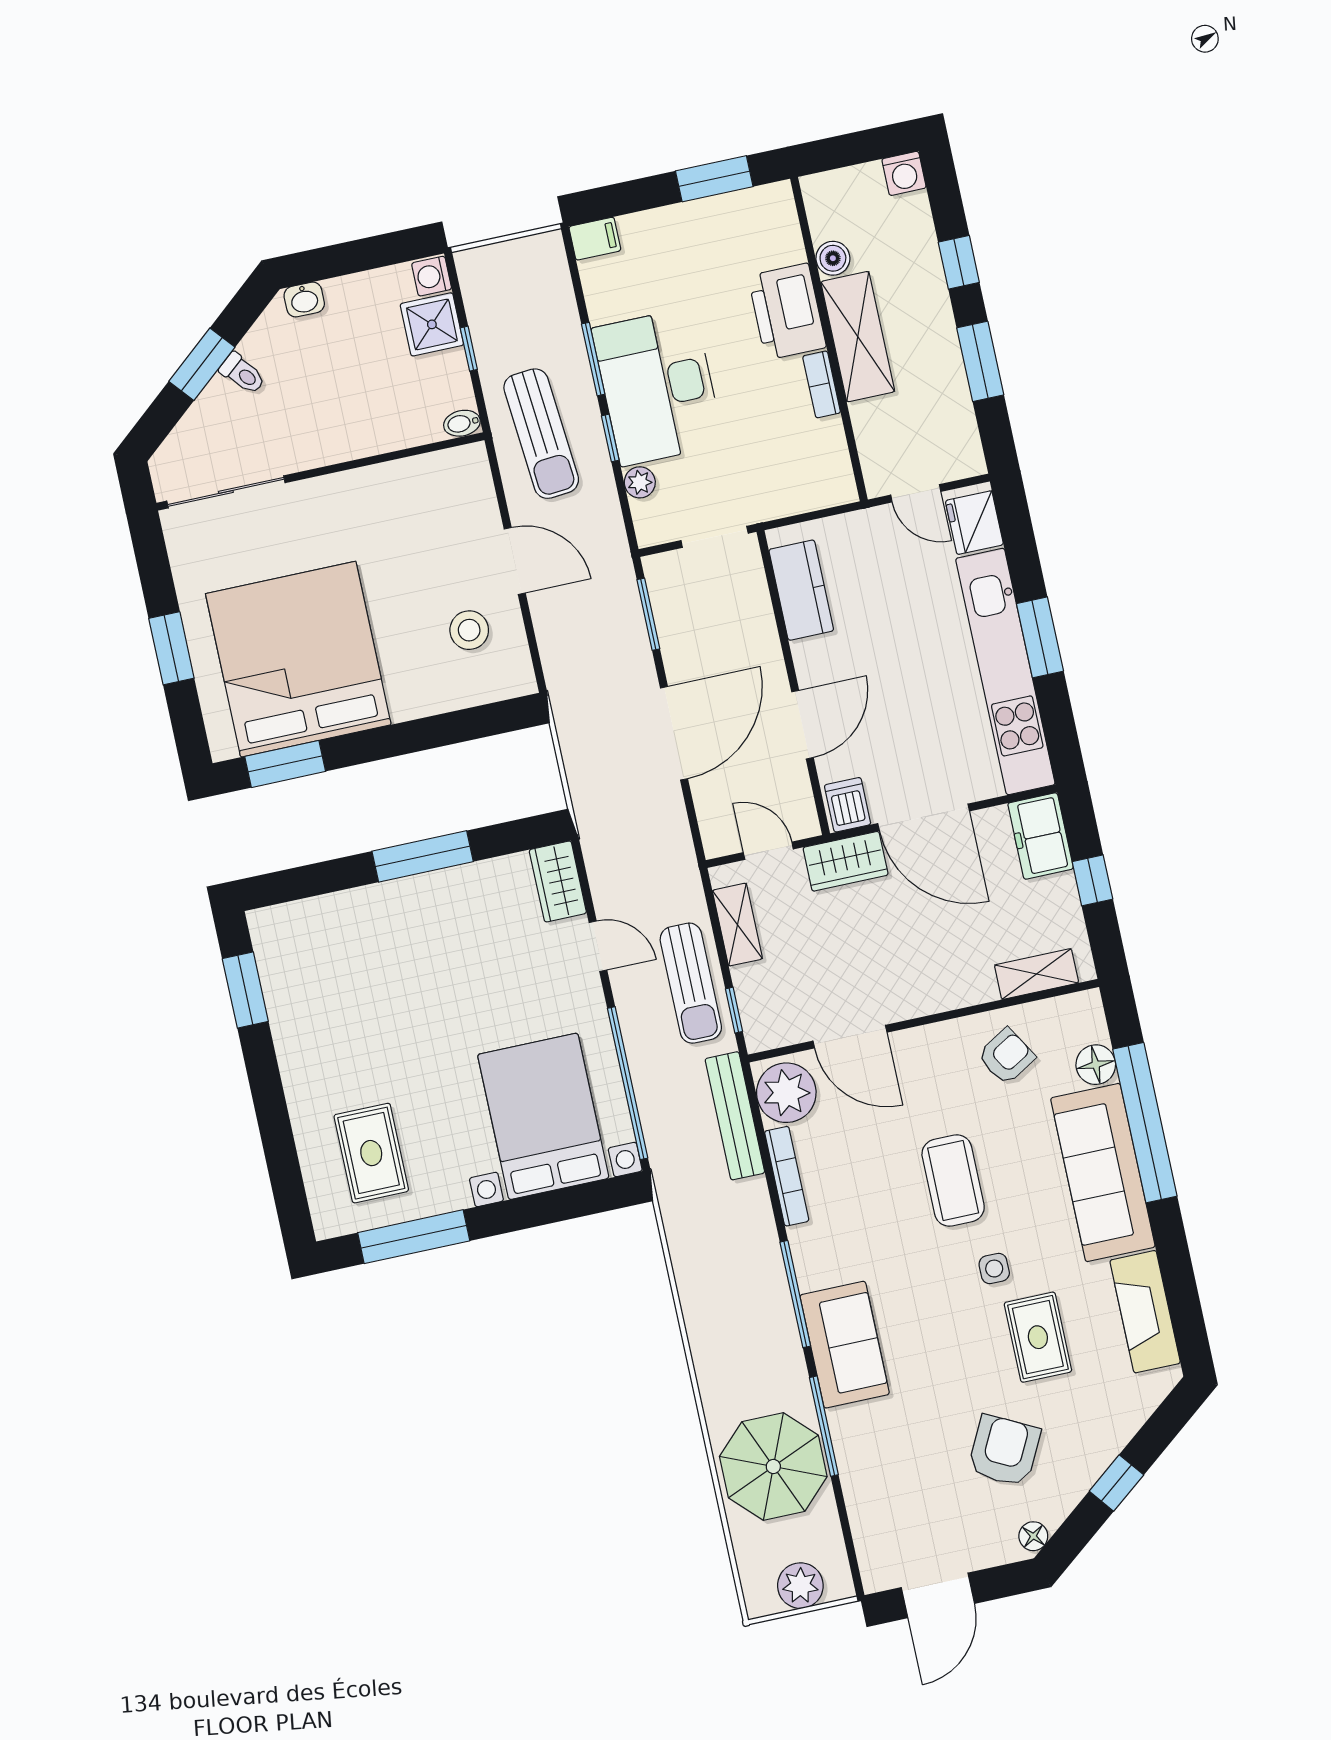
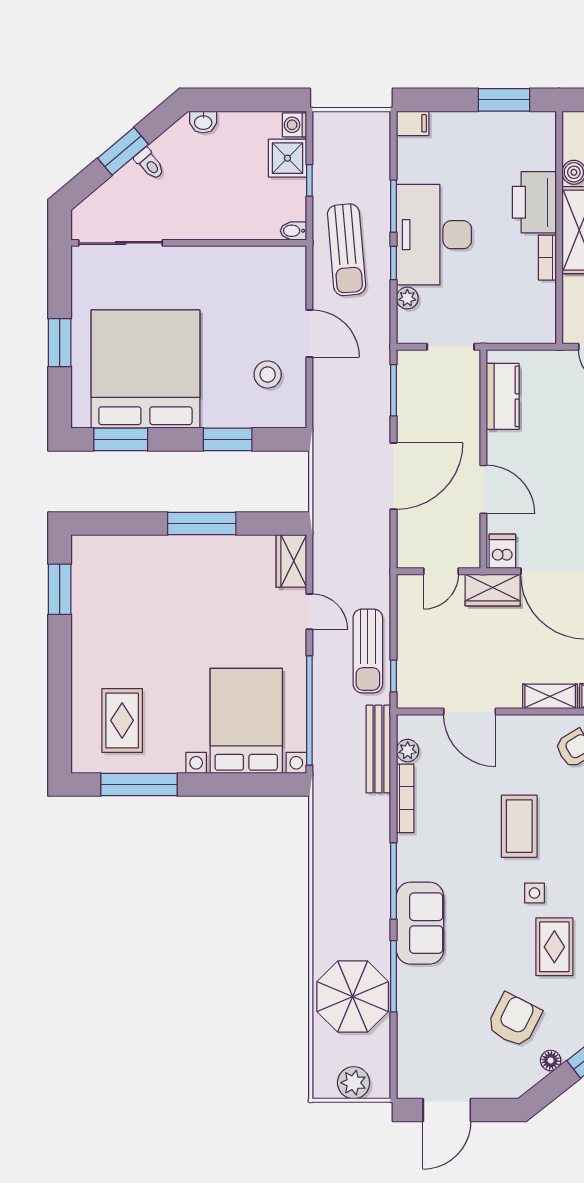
door: (802, 725) -> (483, 489), hinge flipped
window: (433, 732) -> (228, 439), added
door: (768, 851) -> (441, 571), swing flipped
shelving: (737, 925) -> (550, 696), moved, turned 90
plant: (786, 1093) -> (408, 751), width x0.53, depth x0.53
floor lamp: (1033, 1536) -> (551, 1060), moved

